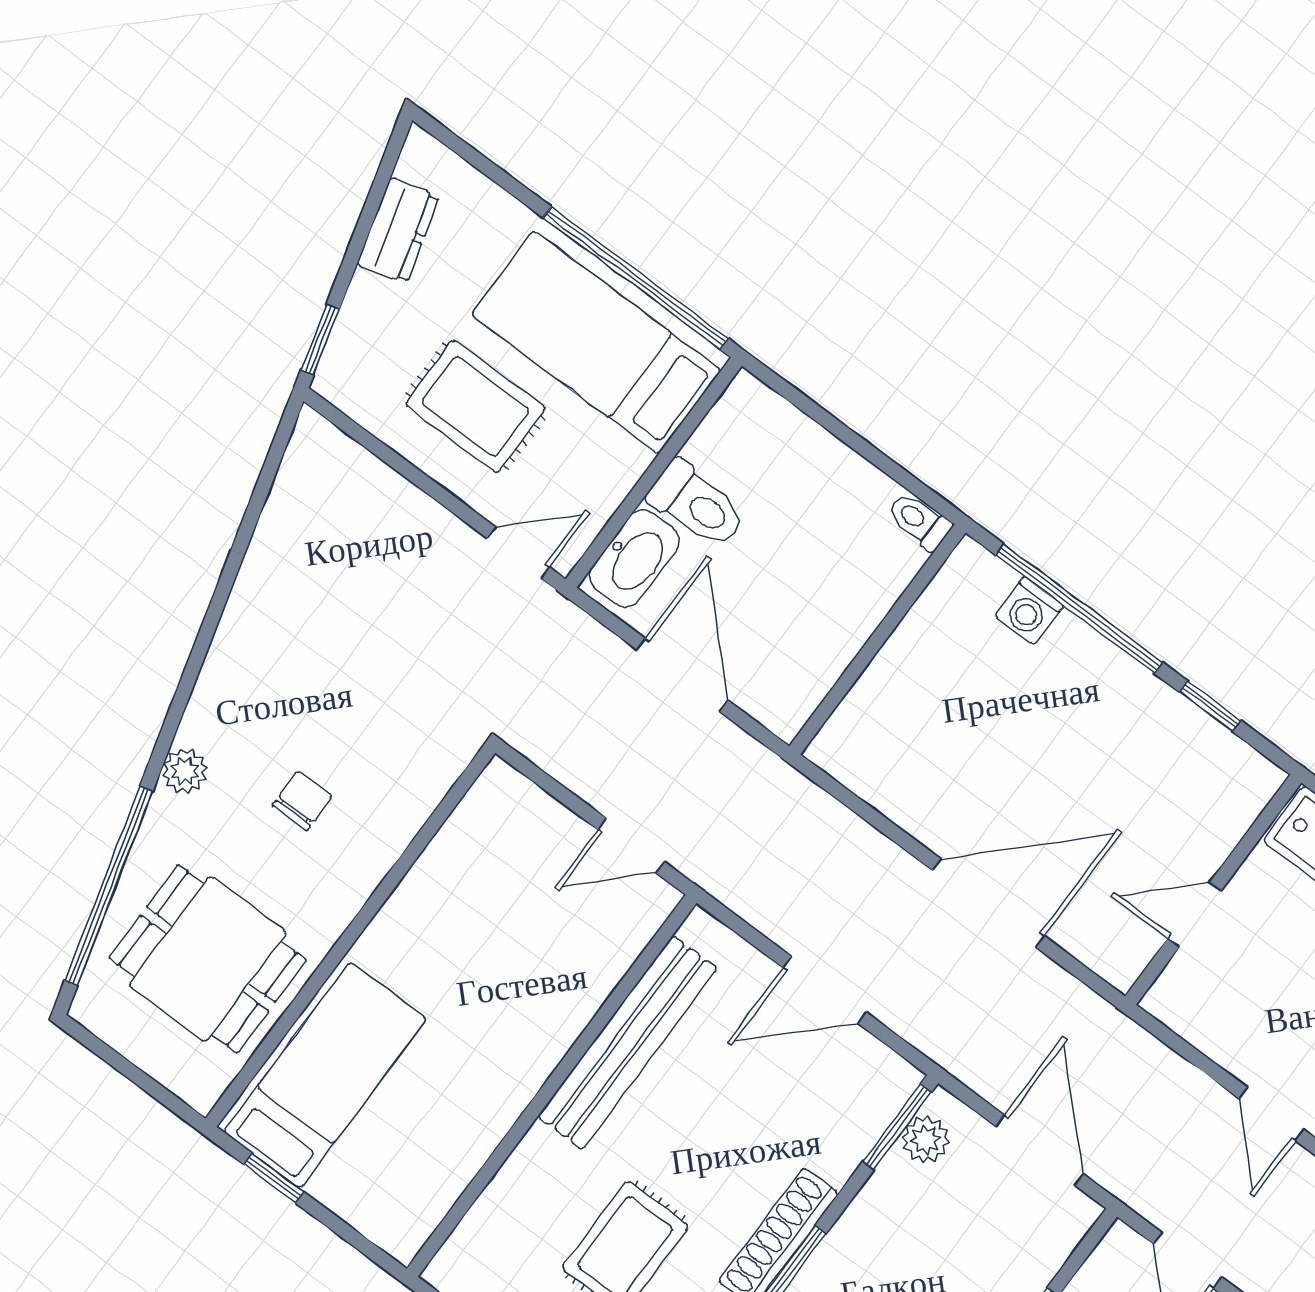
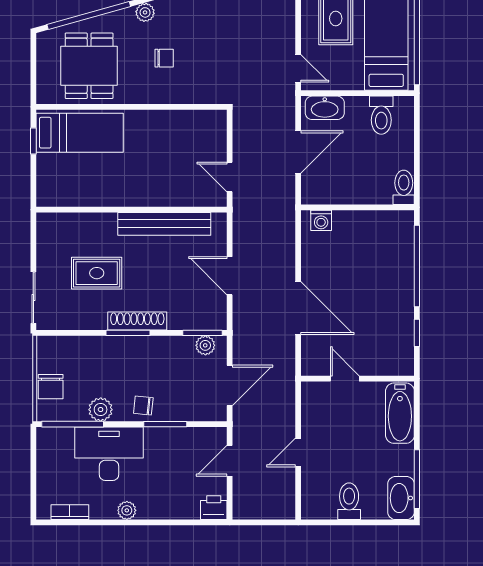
toilet: (697, 505) -> (381, 115), moved
toilet: (919, 521) -> (404, 187), width x1.37, depth x1.39
washing machine: (1029, 611) -> (321, 220), moved, turned -90

